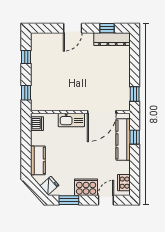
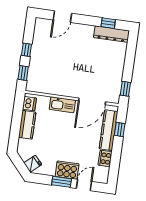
door: (73, 28) -> (62, 17), moved
window: (26, 57) -> (27, 50), moved
kitchen counter: (38, 160) -> (27, 125), moved
cooker: (124, 183) -> (105, 158), moved
window: (69, 200) -> (61, 182), moved

